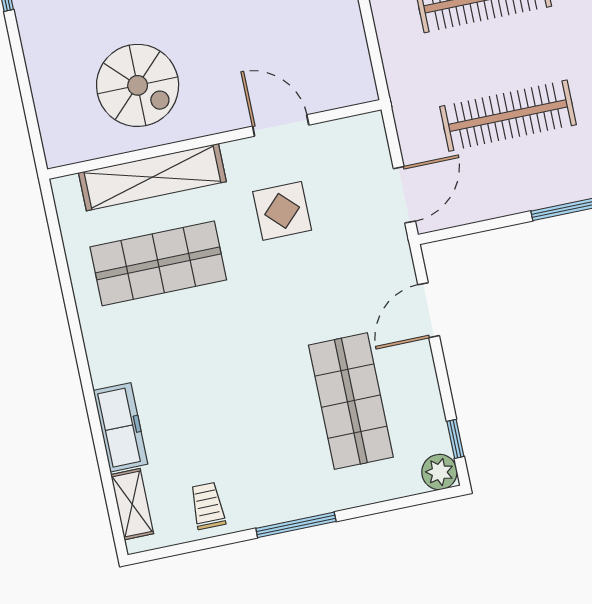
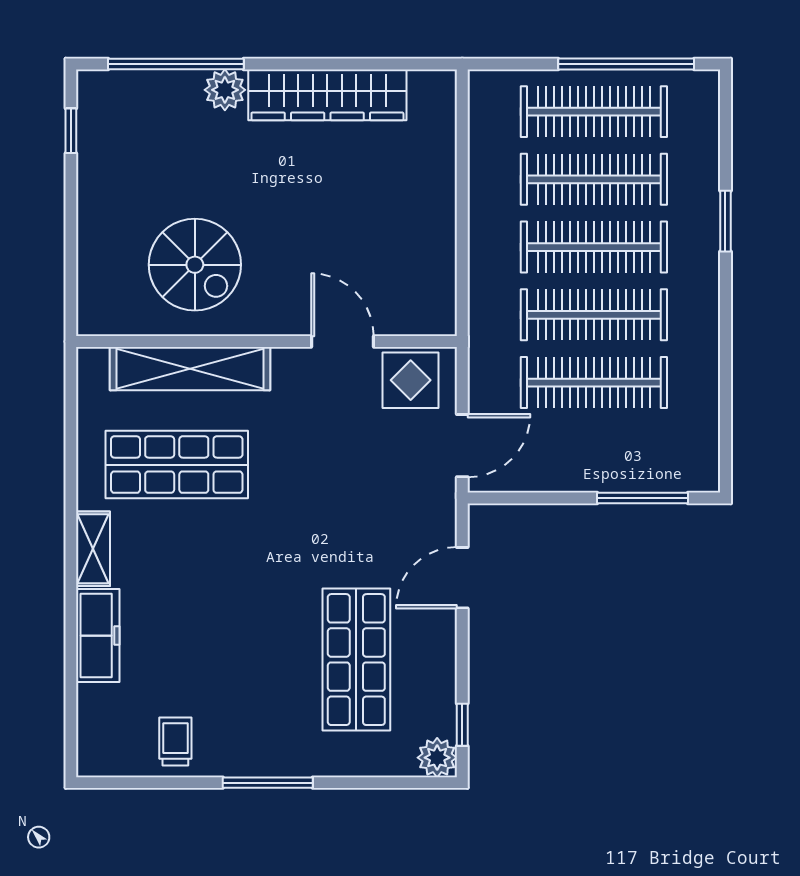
clothes rail: (496, 56) -> (594, 315), added
display table: (282, 211) -> (411, 380), moved
shelving: (132, 504) -> (93, 549), moved

